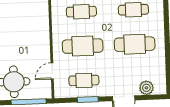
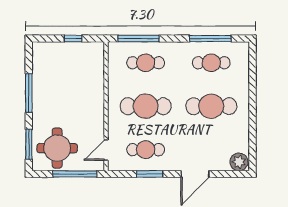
door: (52, 71) -> (106, 150), moved
plant: (146, 88) -> (239, 162), moved

